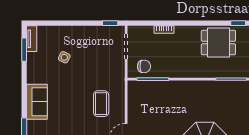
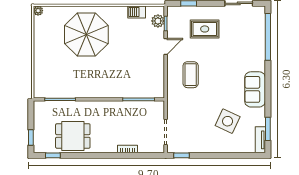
side table: (64, 57) -> (228, 121), width x1.87, depth x1.87
chair: (144, 66) -> (148, 112), removed
sofa: (37, 102) -> (255, 89), moved

